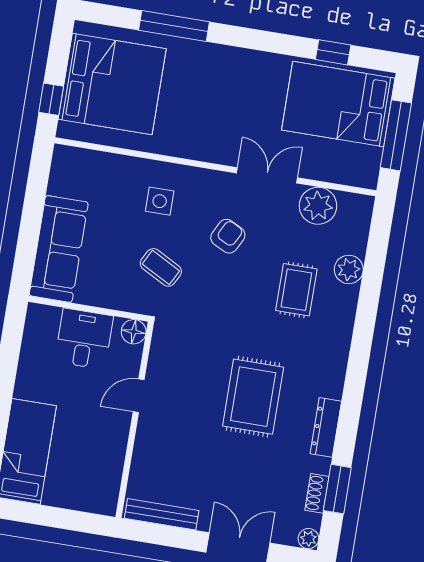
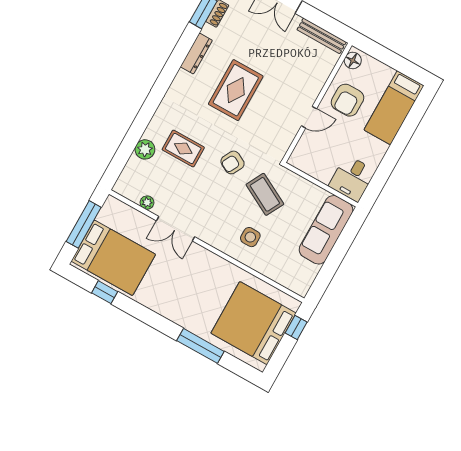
plant: (318, 206) -> (147, 203), width x0.53, depth x0.53
armchair: (228, 236) -> (232, 162), moved
coffee table: (161, 267) -> (265, 194), width x1.36, depth x1.30
rug: (296, 290) -> (183, 149), turned 90
floor lamp: (134, 332) -> (353, 60), moved
desk: (84, 339) -> (352, 178), moved
armchair: (94, 439) -> (347, 100), added

